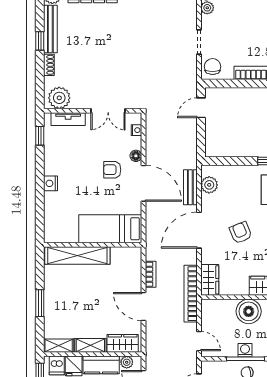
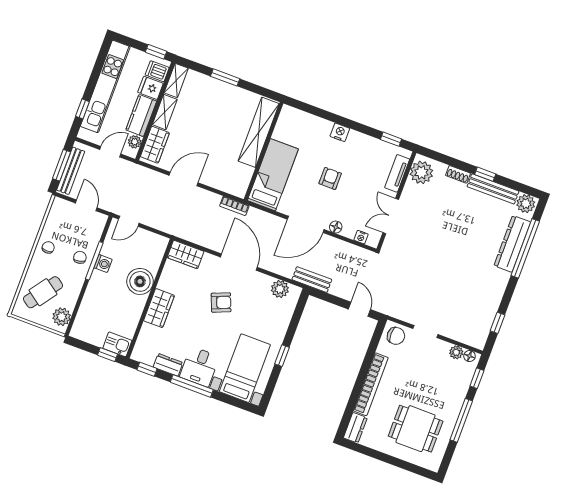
armchair: (112, 170) -> (330, 178), moved
bench: (190, 187) -> (312, 280), moved
bookcase: (151, 274) -> (234, 206), moved
bookcase: (191, 294) -> (179, 230), removed

